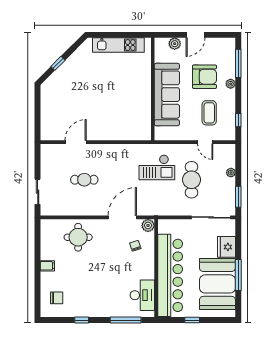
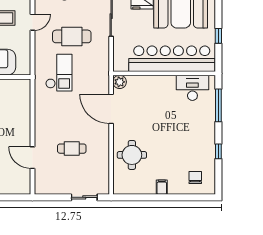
cafe table: (84, 180) -> (72, 149), turned 90
chair: (135, 246) -> (141, 95), removed

